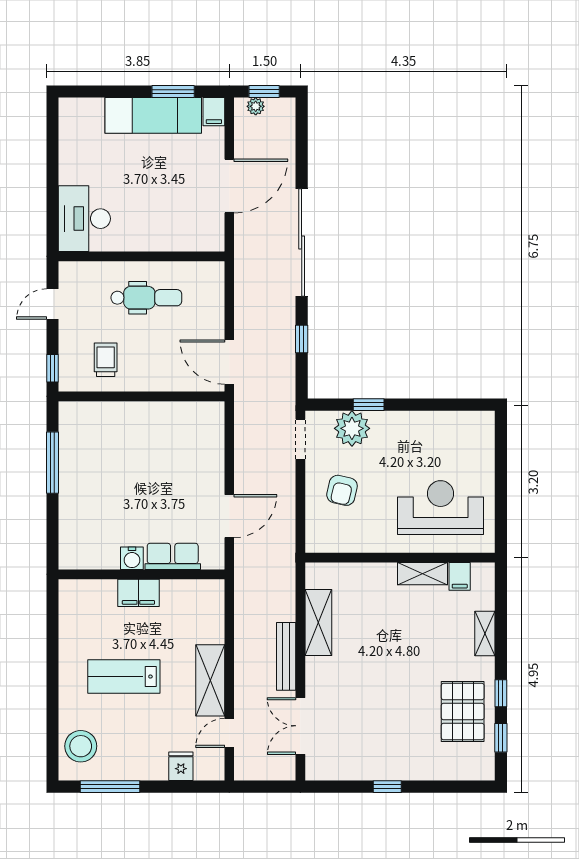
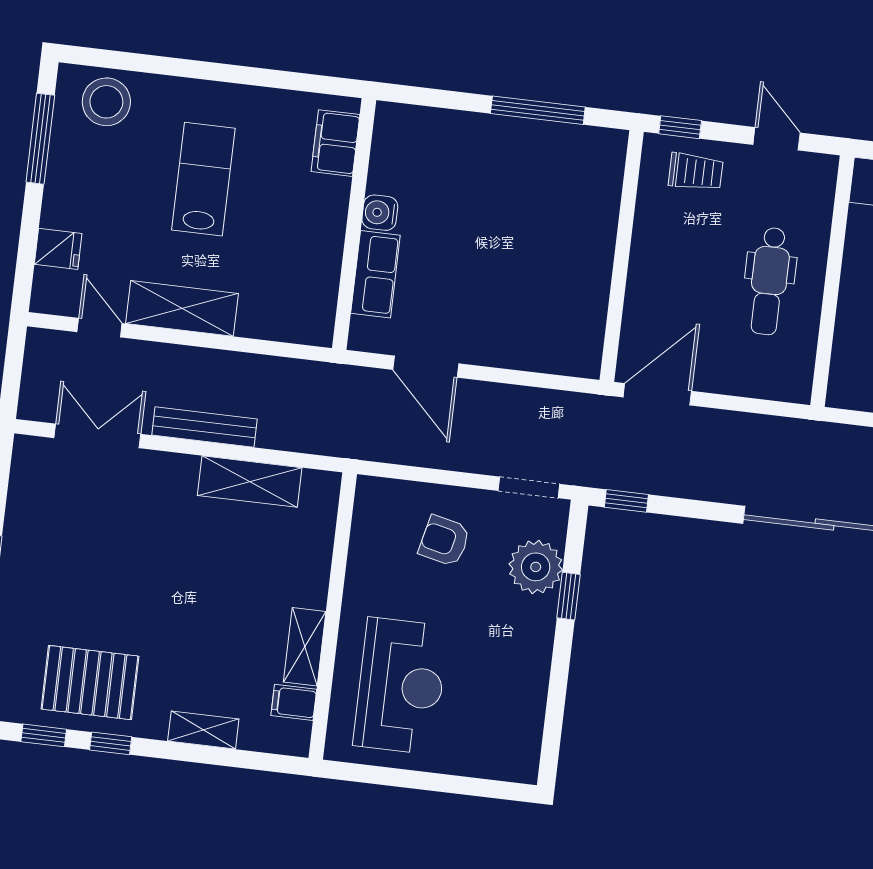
window: (302, 339) -> (626, 501), moved
trolley: (106, 360) -> (696, 172), moved
filing cabinet: (138, 593) -> (336, 143), moved

